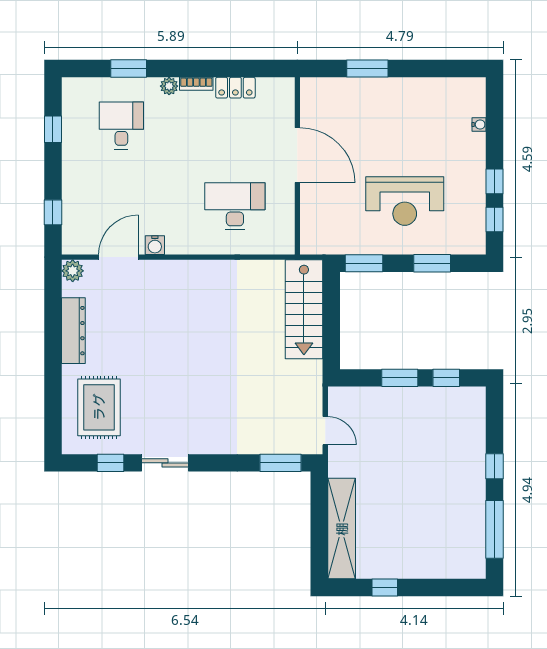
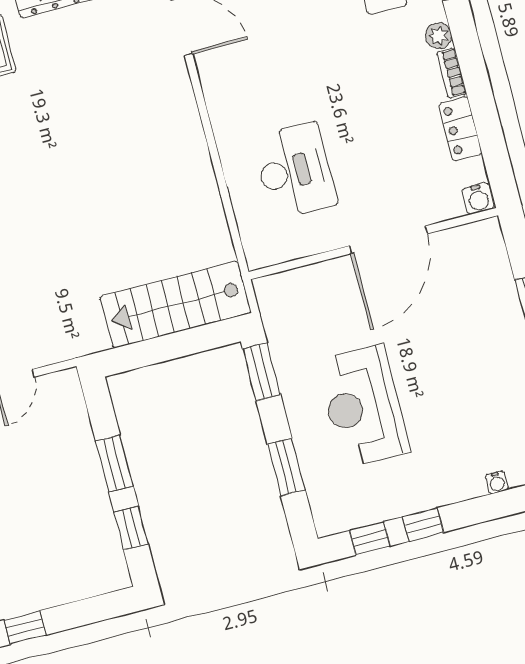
water cooler: (155, 245) -> (478, 199), moved, turned -90

